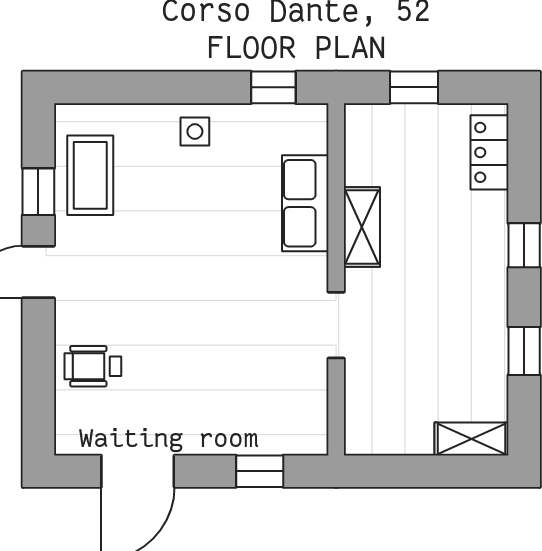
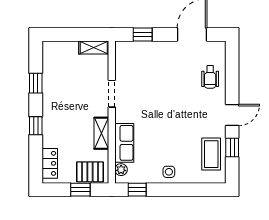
pallet: (390, 132) -> (90, 172), added
plant: (313, 137) -> (121, 170), added
wheelchair: (93, 366) -> (210, 77), turned 90
shelving: (472, 439) -> (94, 48), moved

